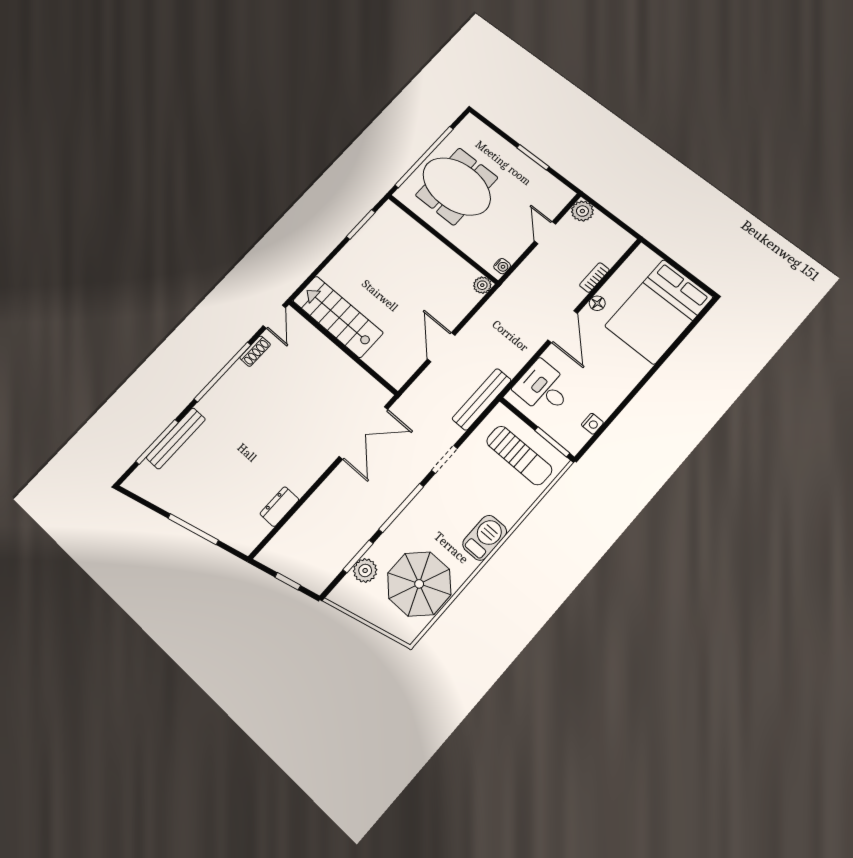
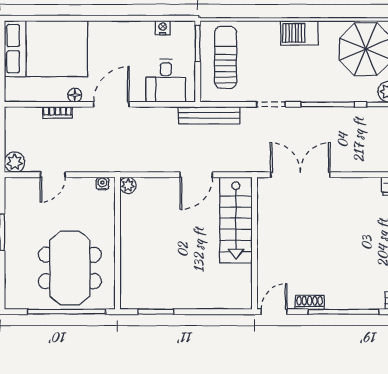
stairs: (338, 317) -> (236, 220), moved

